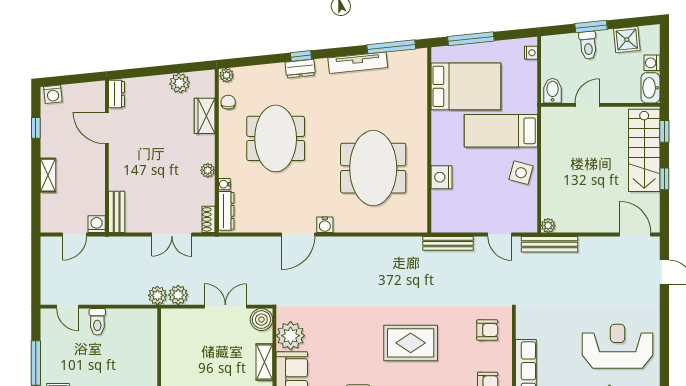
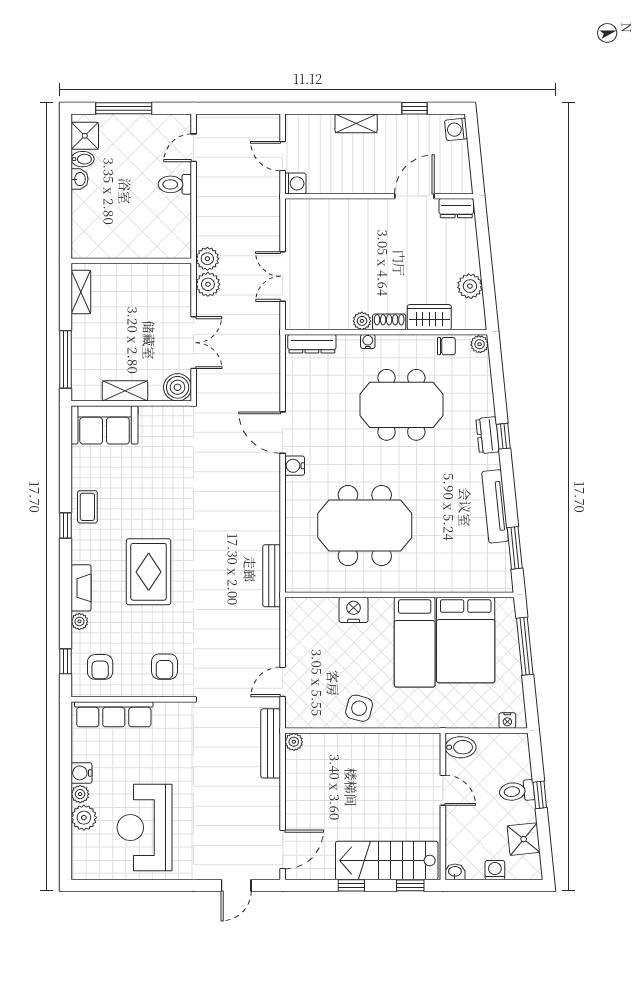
window: (591, 27) -> (540, 795), width x0.67
window: (391, 47) -> (515, 548), width x0.69
washbasin: (650, 88) -> (455, 872), width x0.52, depth x0.69
bed: (501, 131) -> (415, 642), moved, turned 180
water cooler: (224, 184) -> (368, 341), moved
bench: (117, 212) -> (311, 208), removed
shoe rack: (208, 219) -> (389, 322), moved
bench: (448, 243) -> (272, 576), moved
plant: (291, 336) -> (157, 423), removed
reception desk: (618, 346) -> (144, 828), turned 180

